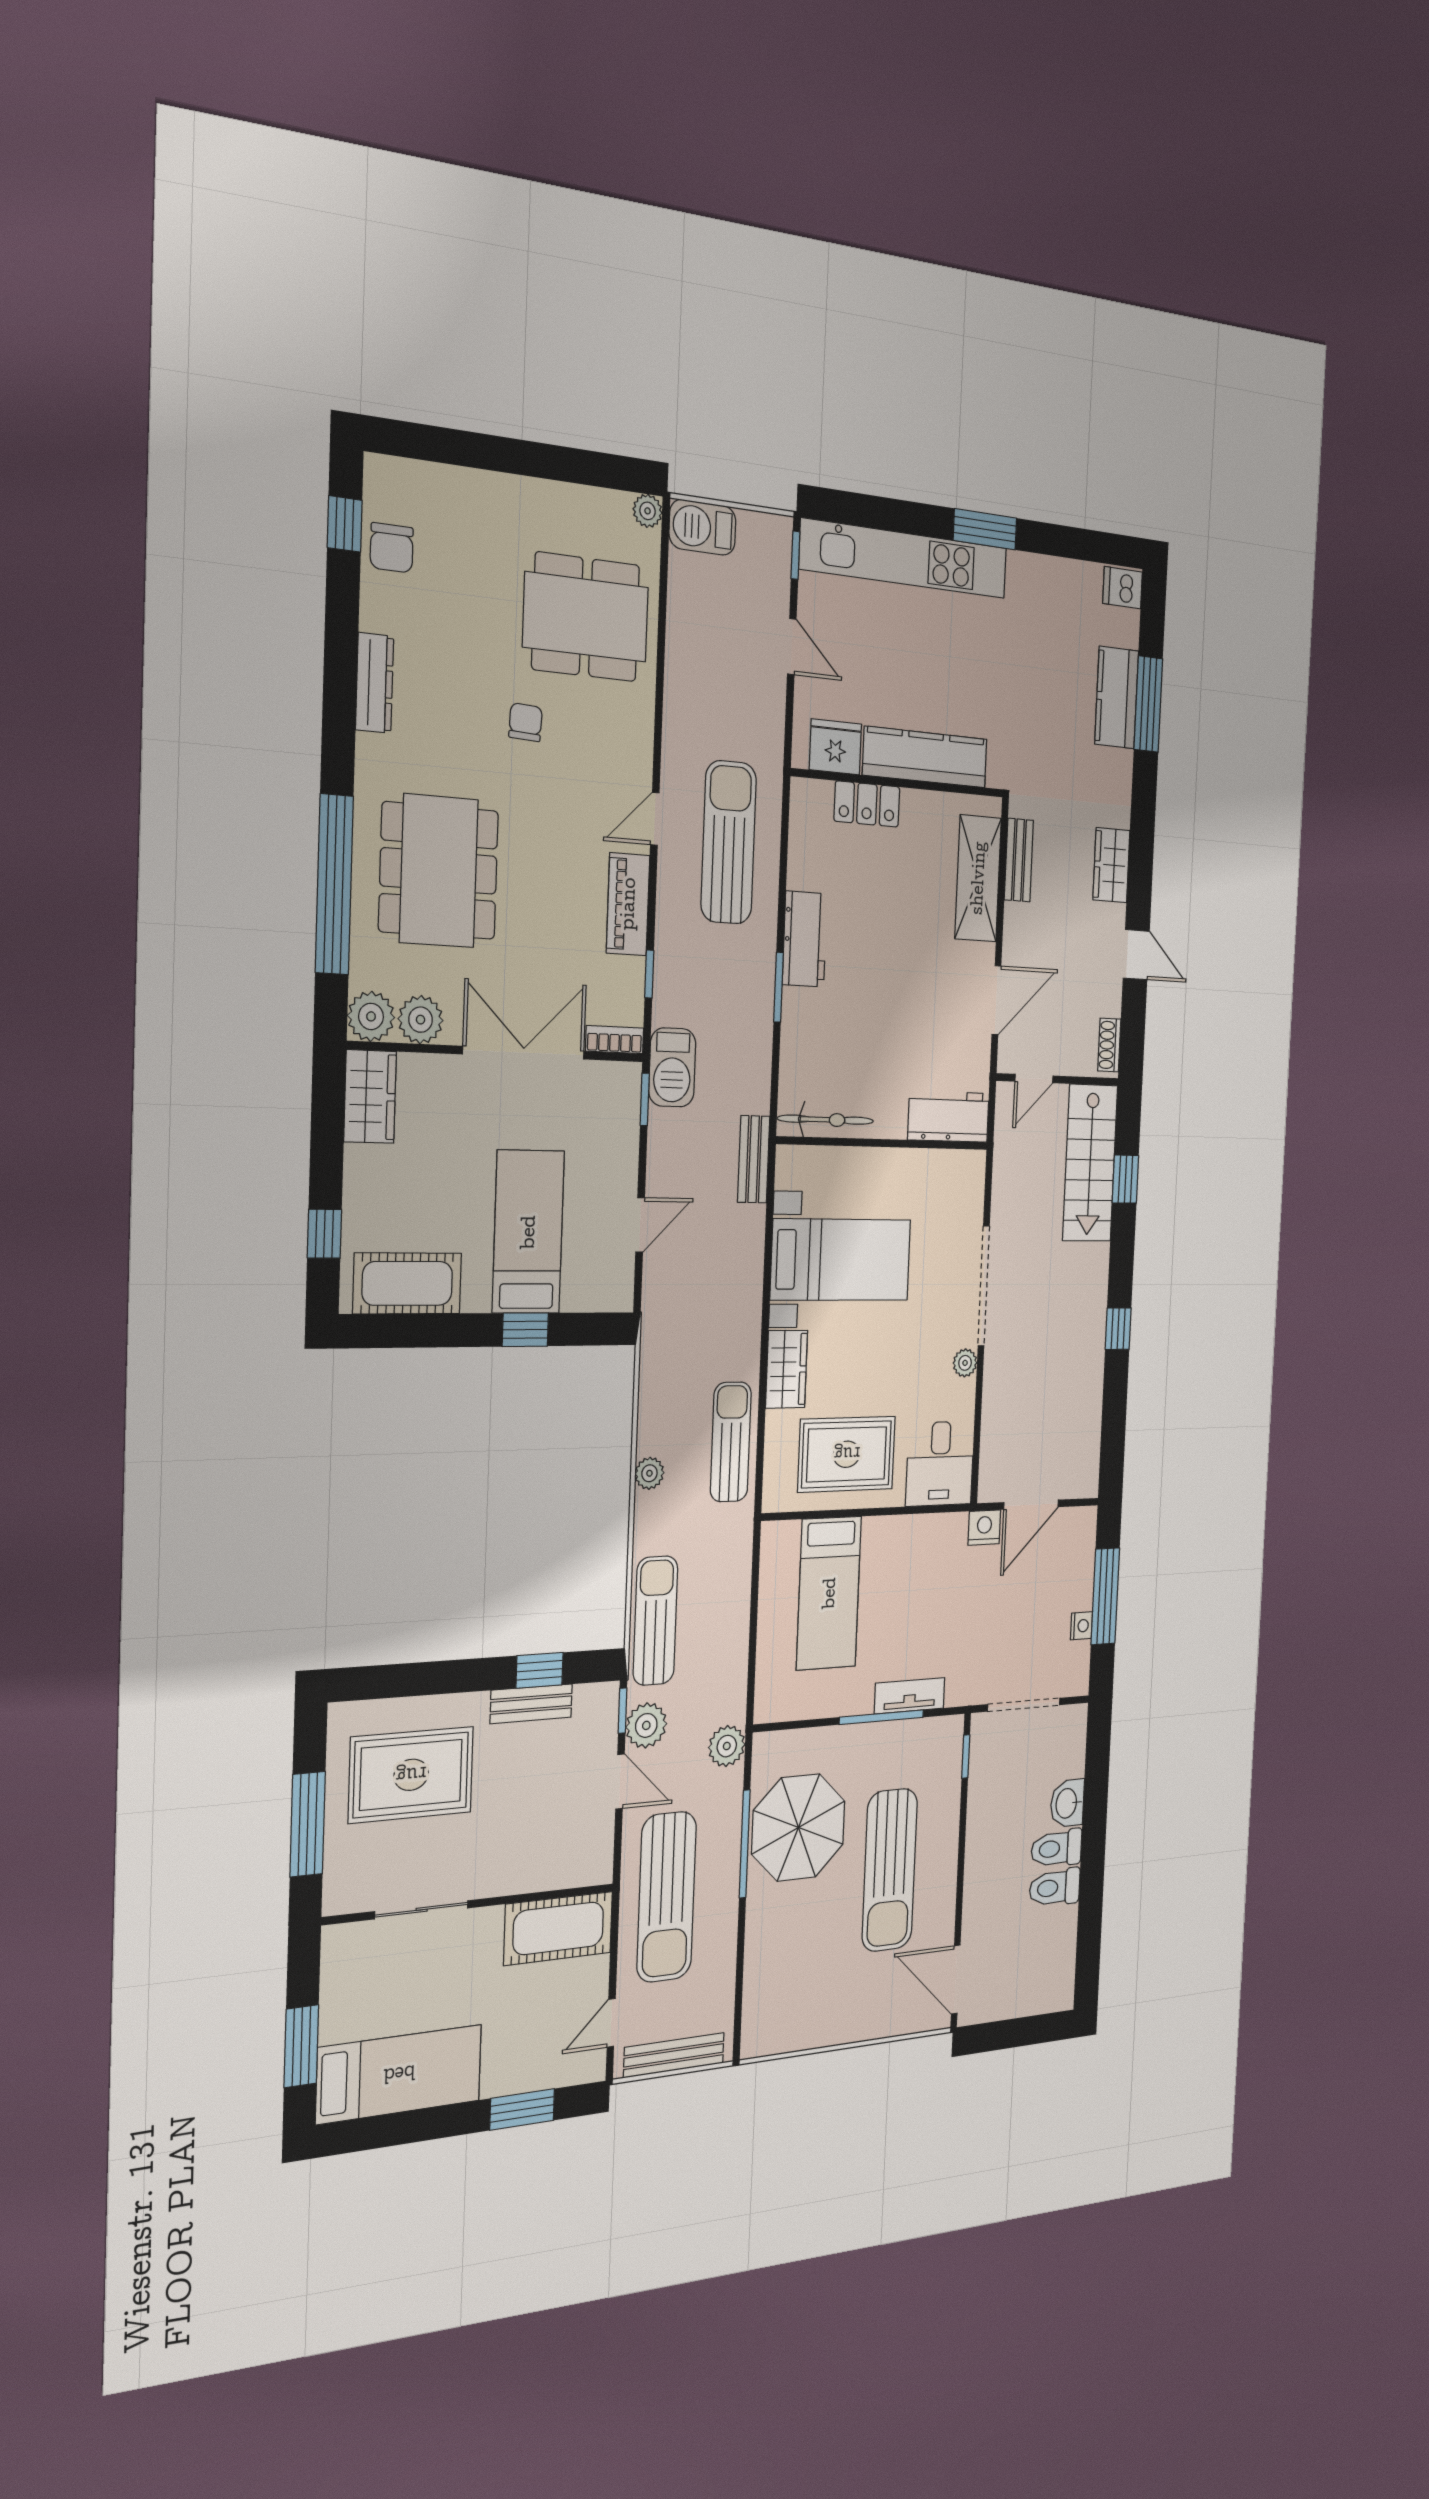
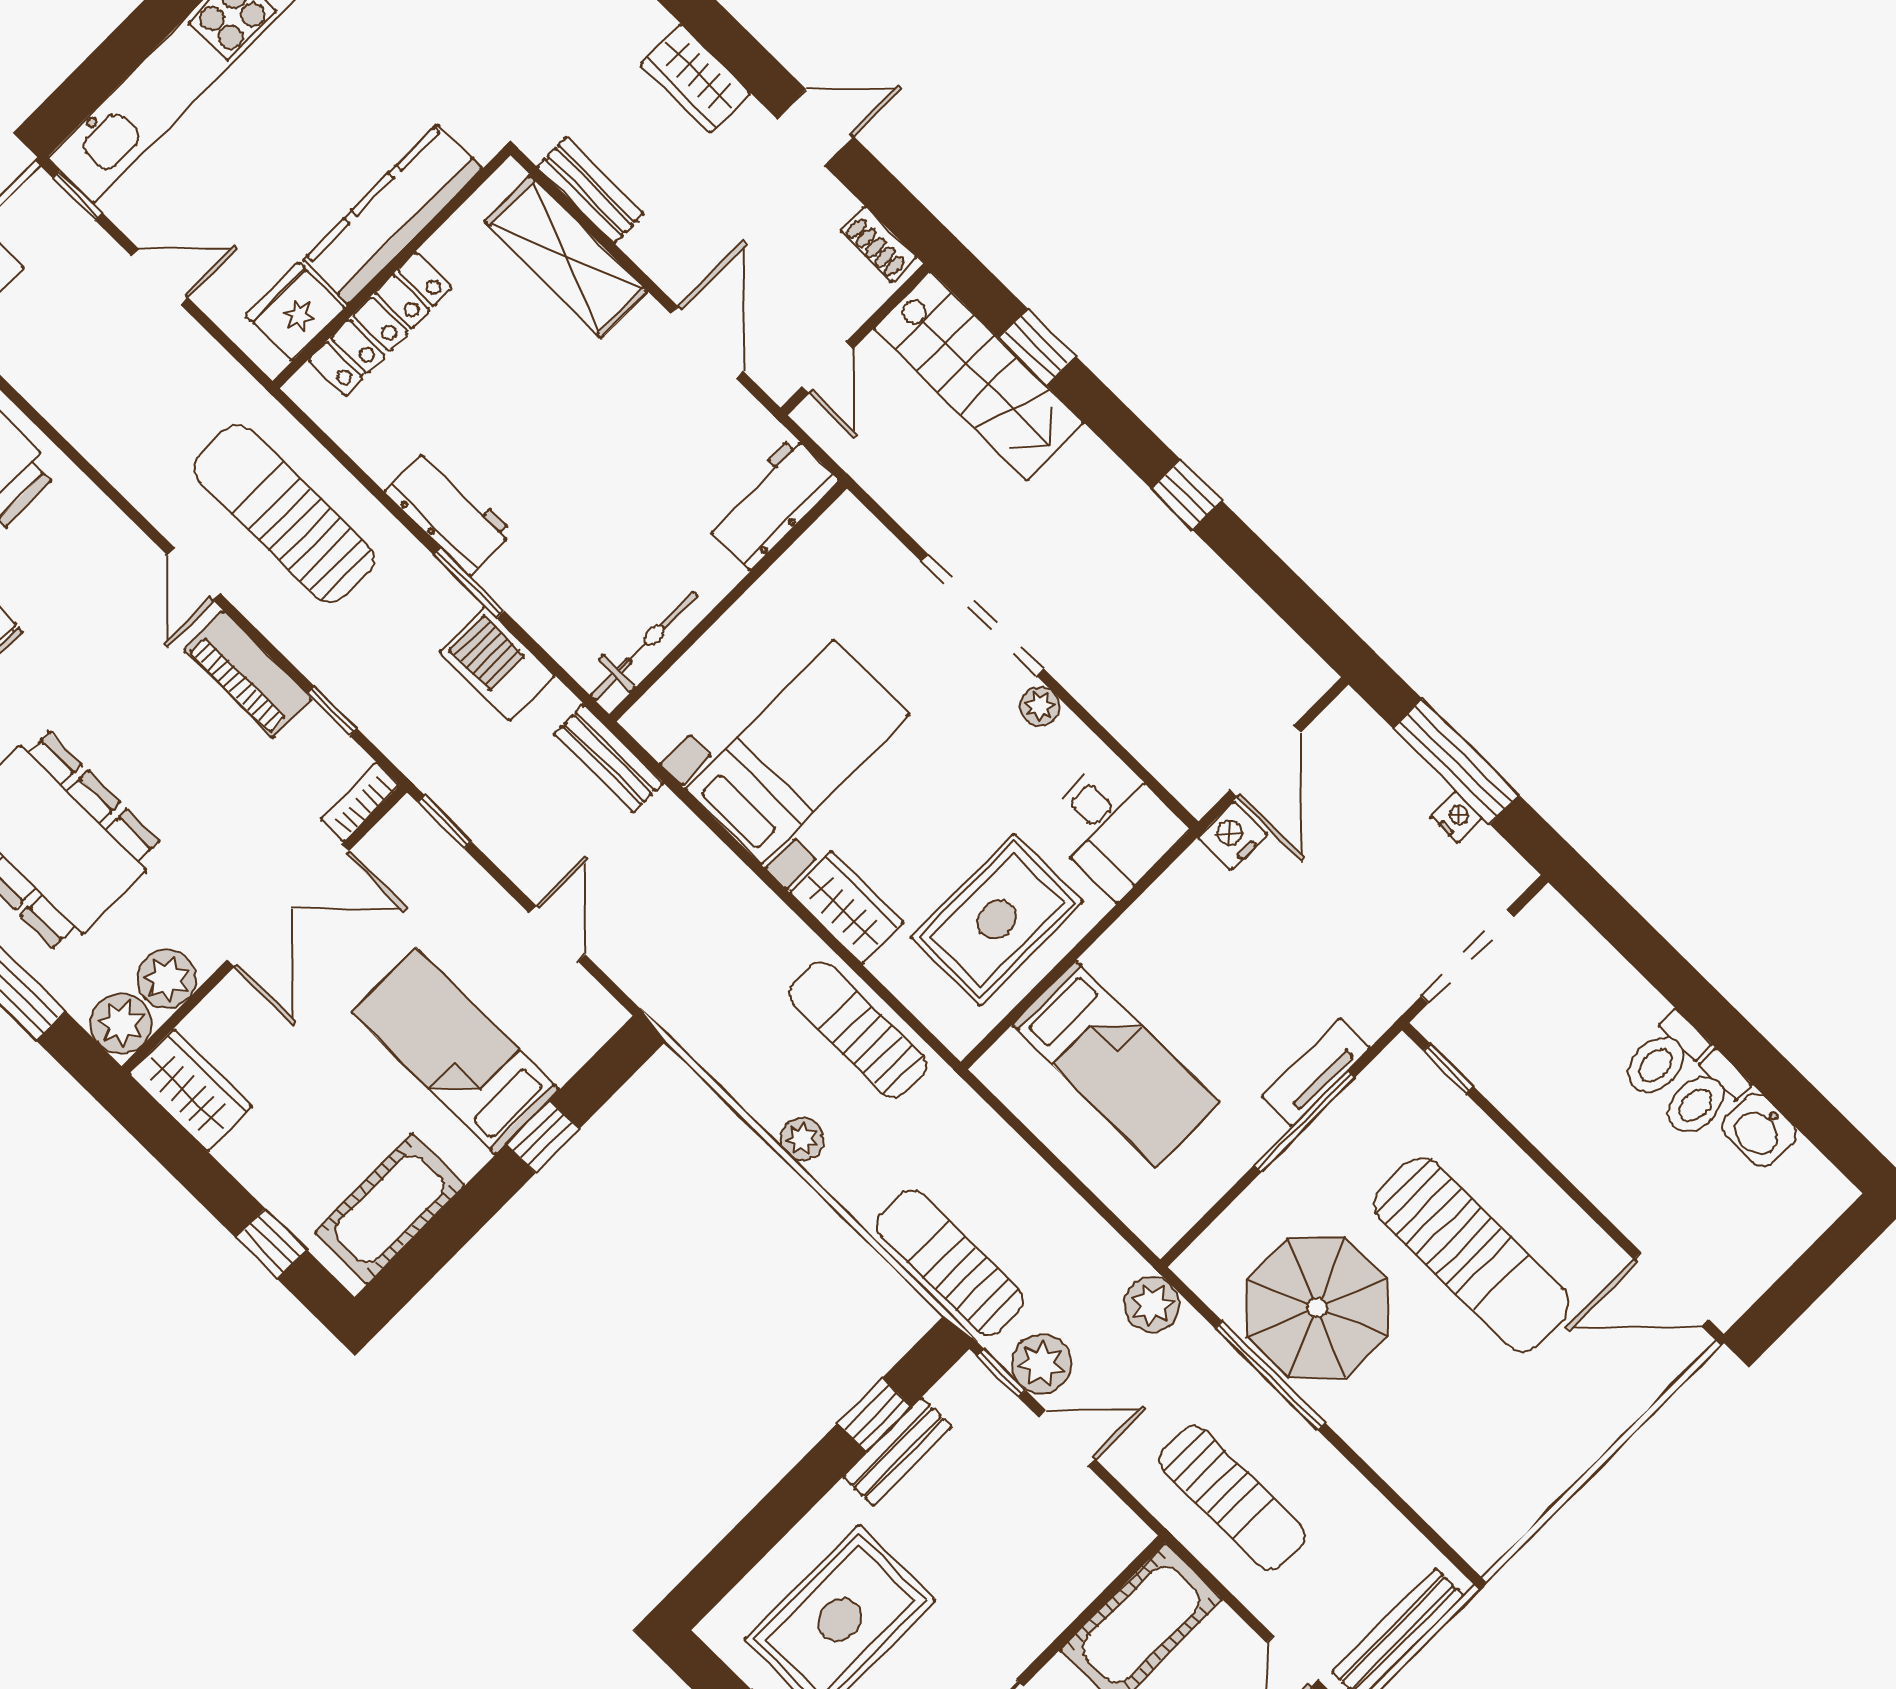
locker: (867, 804) -> (380, 324), width x1.53
double door: (524, 1053) -> (288, 905), swing flipped
barbecue: (672, 1067) -> (497, 664), moved, turned 180
washbasin: (1067, 1803) -> (1759, 1130), moved
sun lounger: (667, 1897) -> (1232, 1498), width x0.73, depth x0.75

